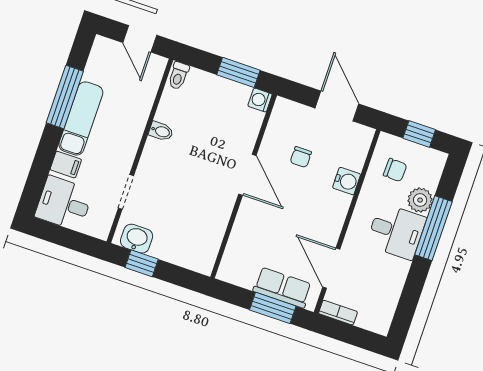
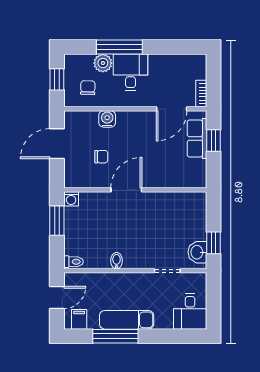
filing cabinet: (66, 165) -> (79, 319), moved
window: (273, 308) -> (214, 140), width x0.67

